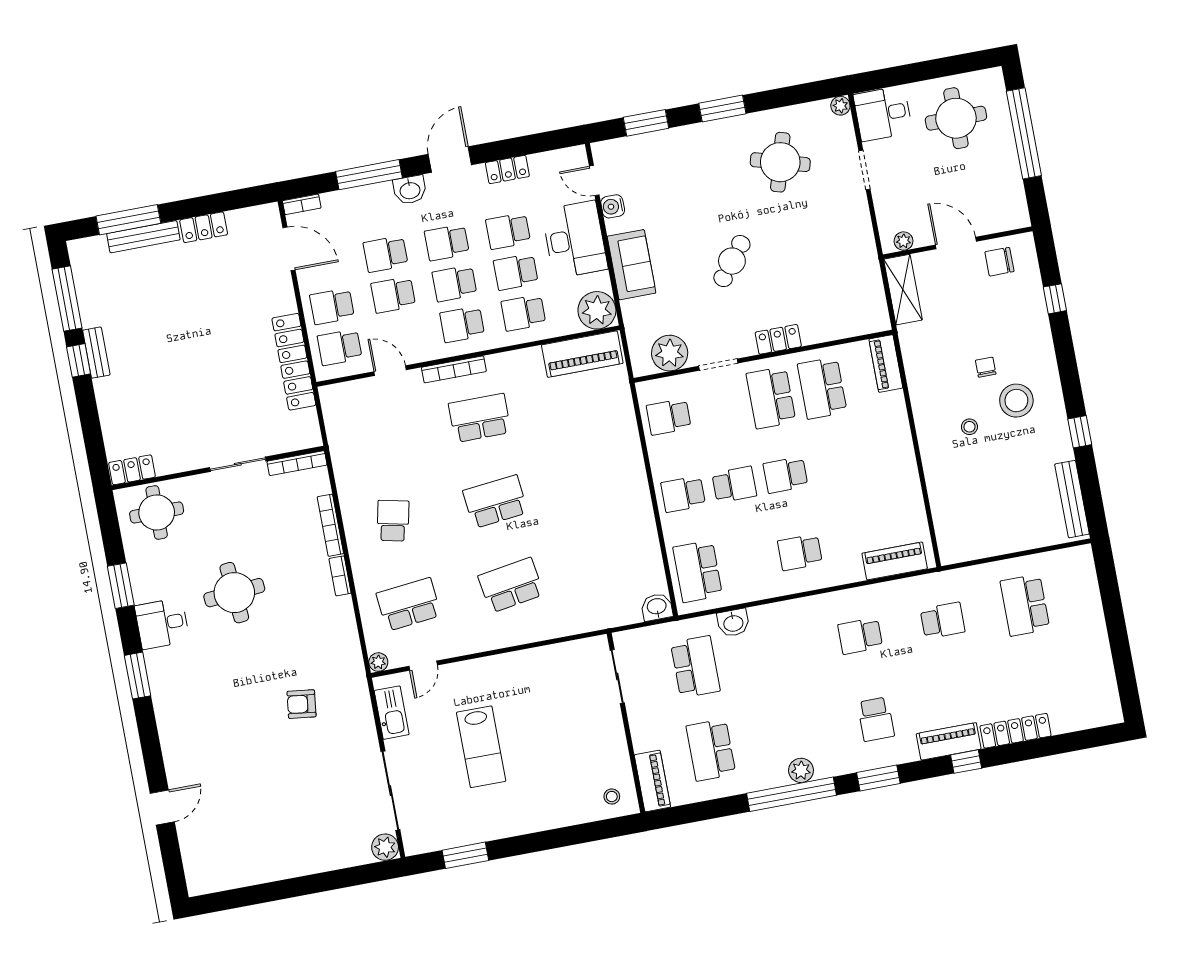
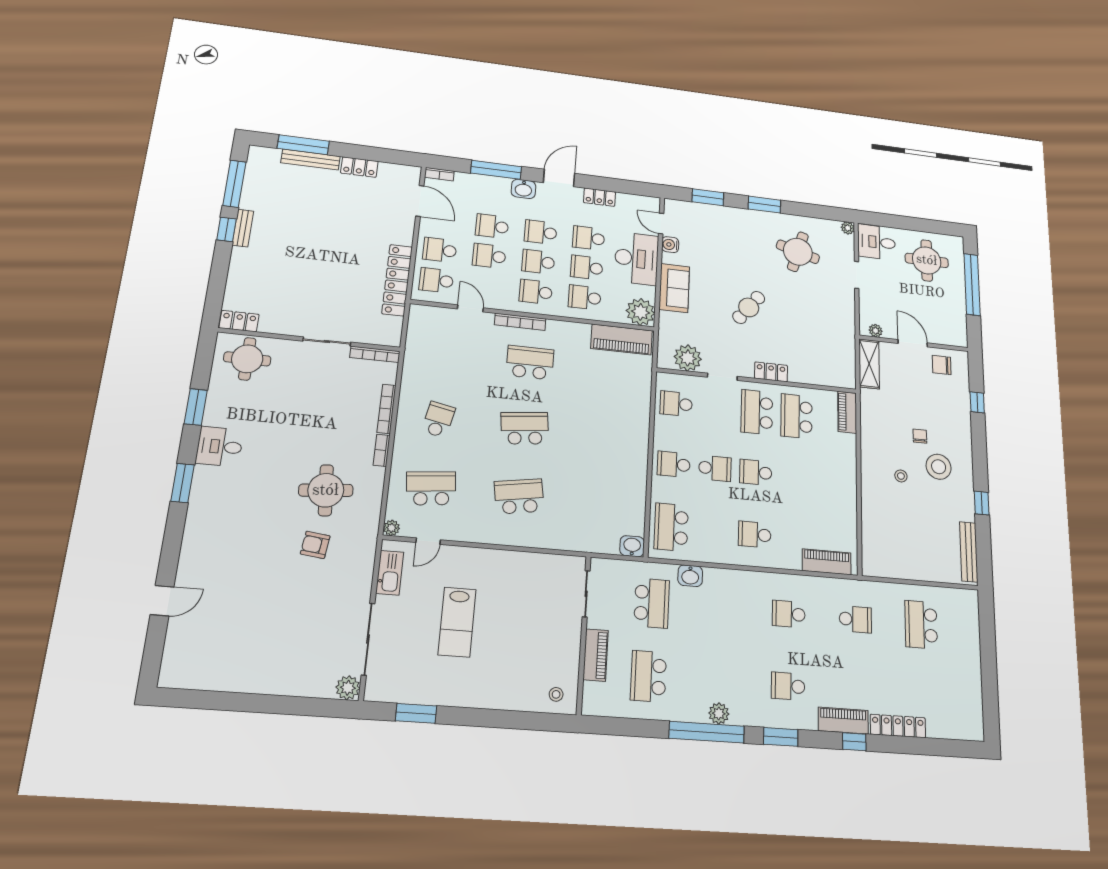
round table: (234, 593) -> (326, 490), moved
school desk: (876, 719) -> (788, 686), turned 90
piano: (652, 781) -> (596, 655), moved

